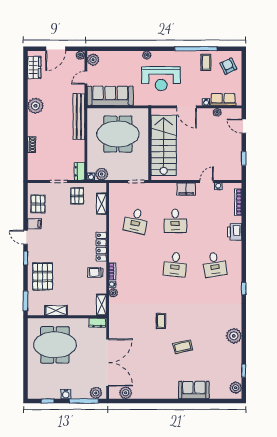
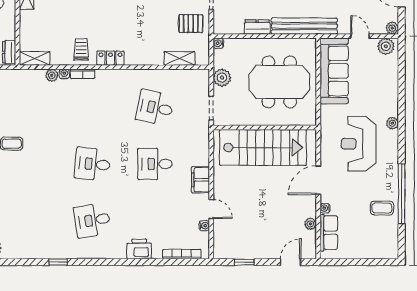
armchair: (228, 66) -> (377, 240), removed
meeting table: (118, 134) -> (279, 82), turned 90
dresser: (80, 171) -> (257, 27), moved
plant: (102, 174) -> (222, 78), moved
locker: (101, 247) -> (110, 58), width x0.66

